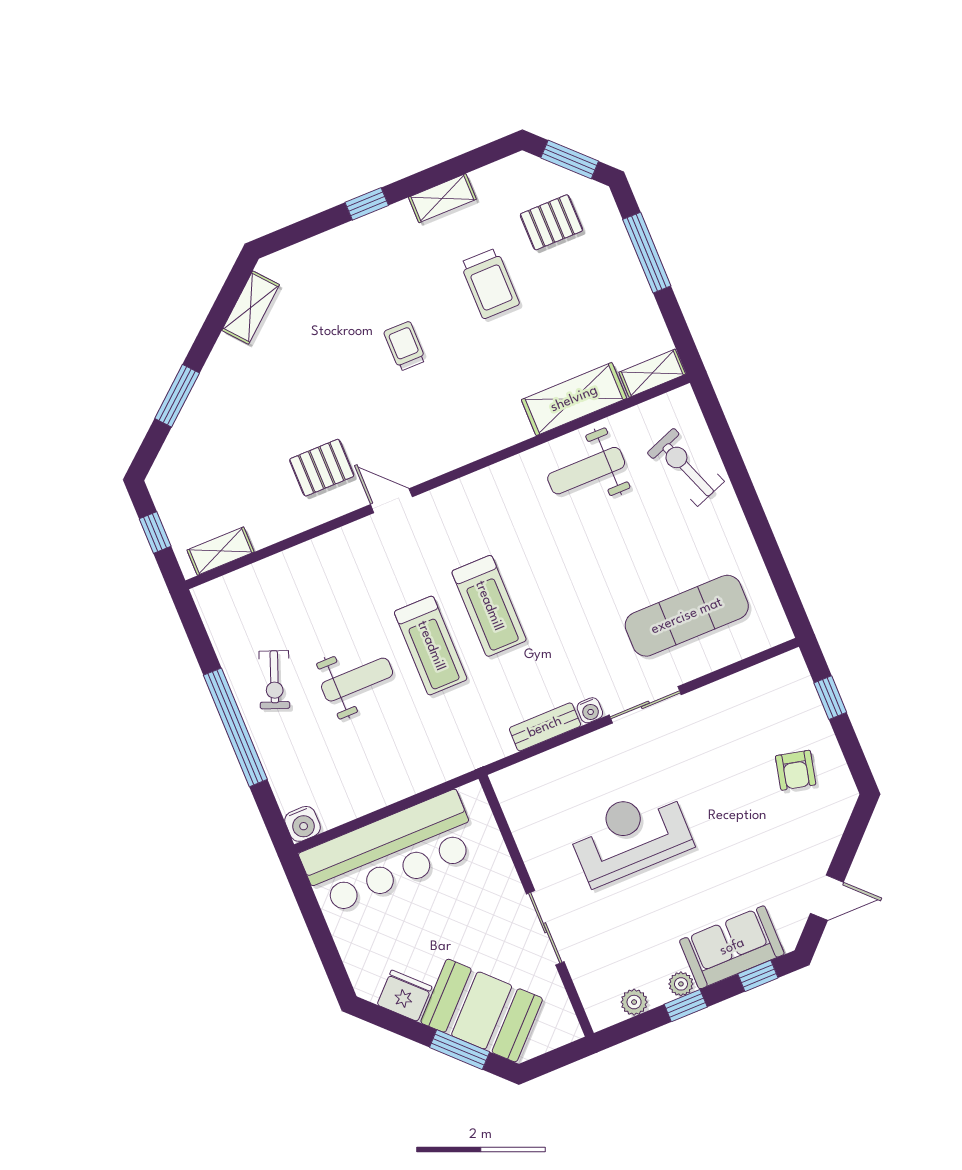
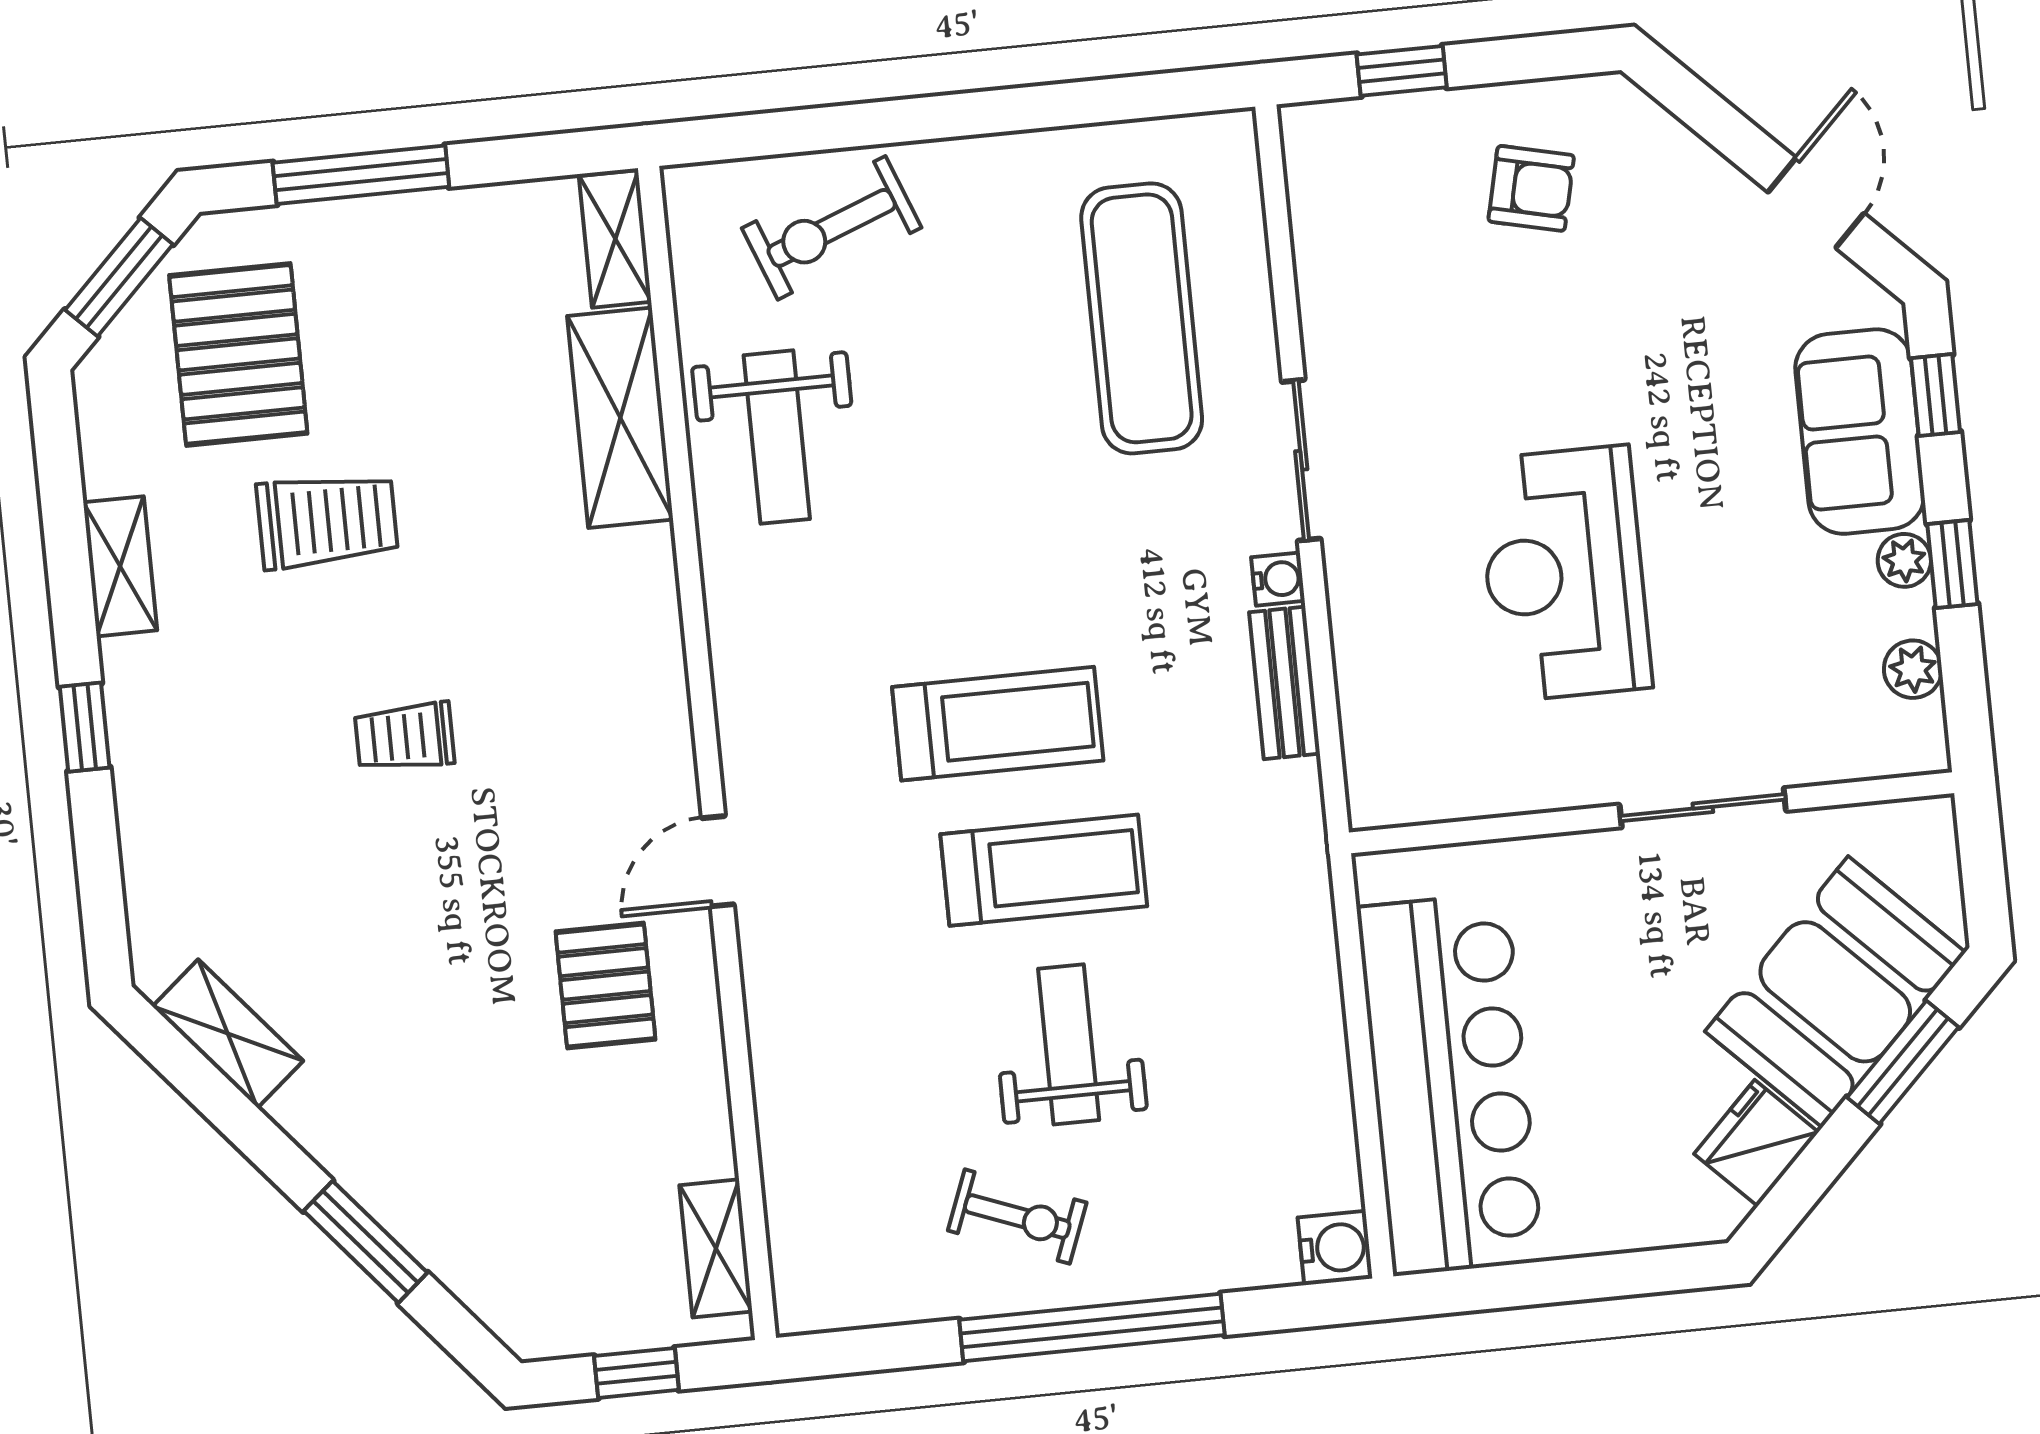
pallet: (551, 222) -> (238, 354), width x1.50, depth x1.42

